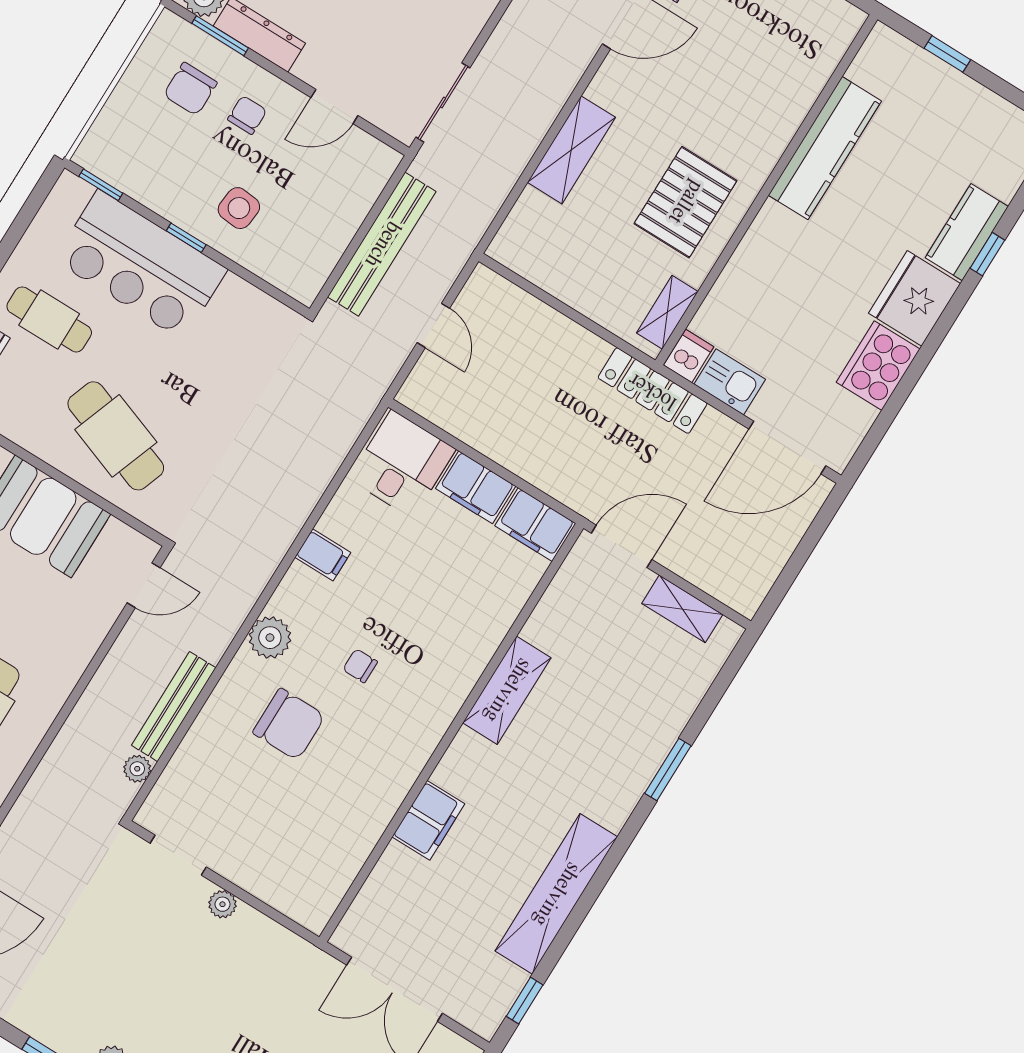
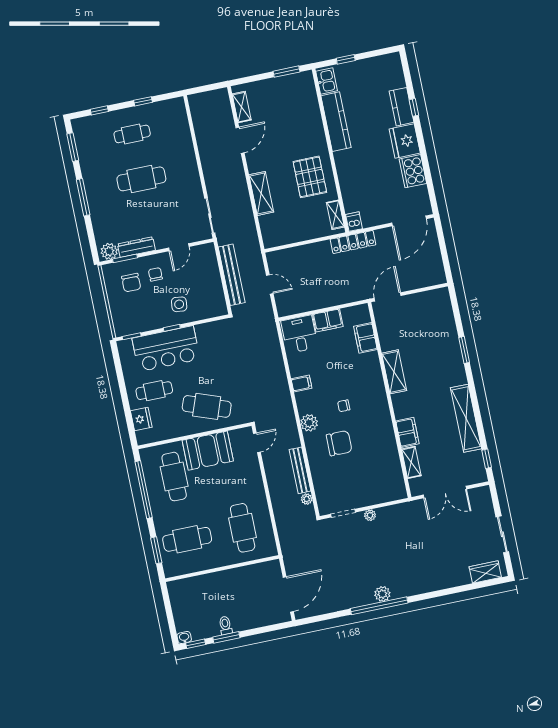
kitchen sink: (730, 382) -> (327, 81), moved, turned 90
filing cabinet: (535, 525) -> (365, 338), moved, turned 90
shelving: (682, 609) -> (411, 462), moved, turned 90

